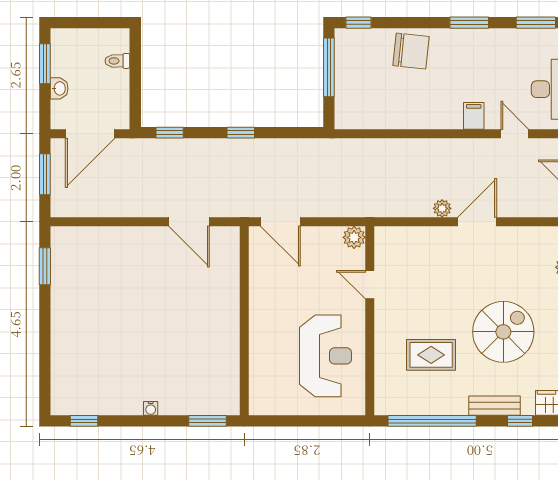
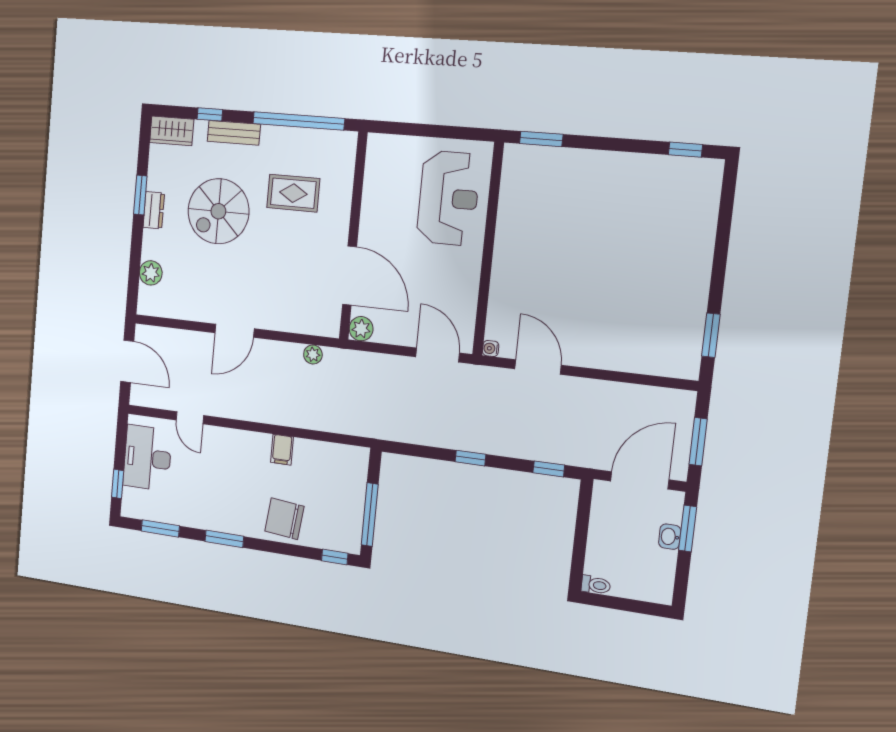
toilet: (117, 61) -> (596, 585), moved
window: (45, 64) -> (688, 529), moved
filing cabinet: (474, 116) -> (282, 450), moved
plant: (442, 208) -> (313, 354), moved
door: (370, 285) -> (350, 276), width x1.88
reception desk: (325, 356) -> (448, 198), moved, turned 180
water cooler: (151, 408) -> (491, 348), moved, turned -90

